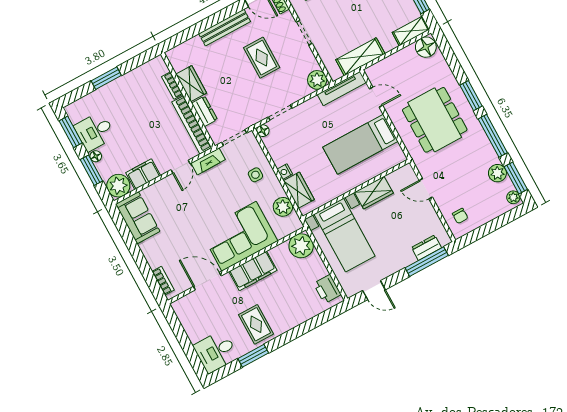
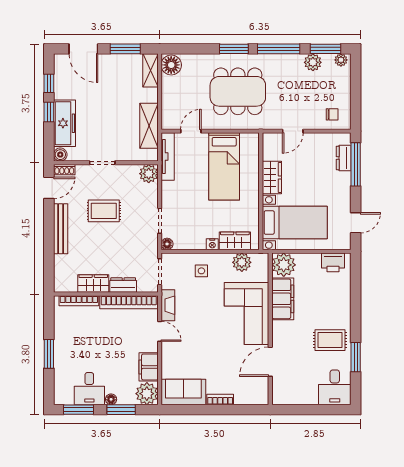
bookcase: (172, 86) -> (79, 301), width x1.56
filing cabinet: (253, 271) -> (283, 299), moved
bookcase: (163, 281) -> (220, 399), moved

